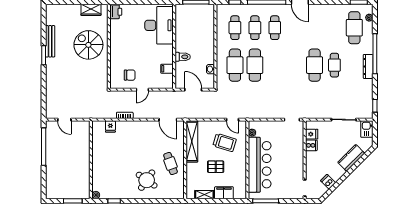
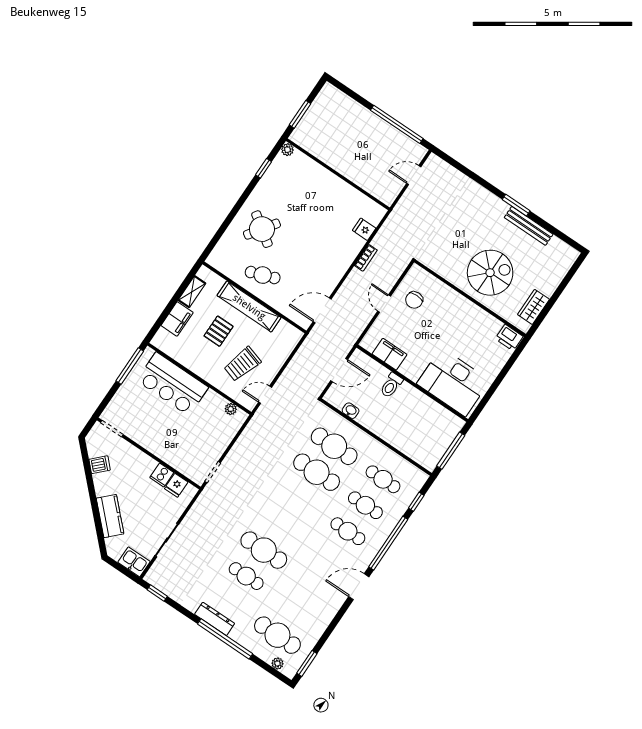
filing cabinet: (167, 69) -> (389, 354), width x2.00
shelving: (192, 141) -> (249, 307), moved
bar counter: (260, 165) -> (173, 384), width x0.73

